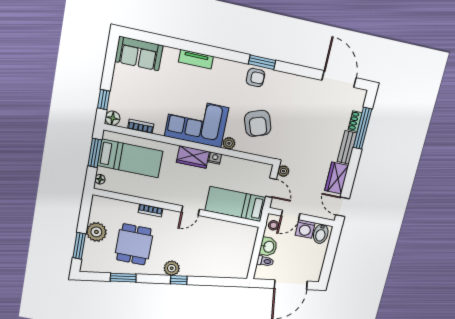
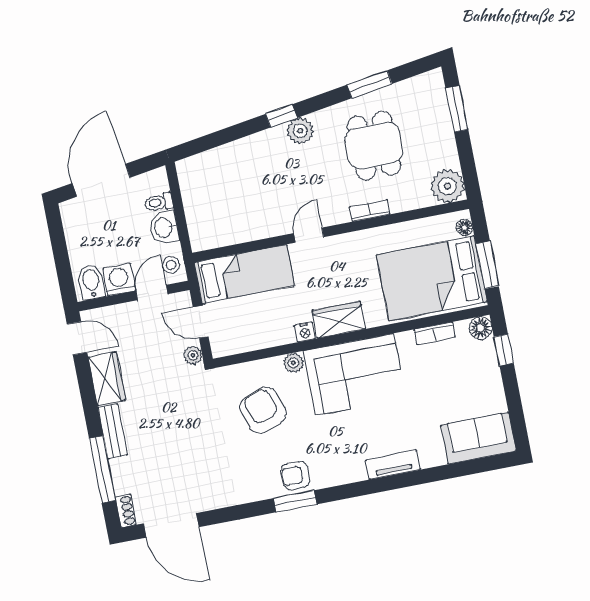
shoe rack: (355, 121) -> (126, 511), moved
bed: (130, 158) -> (432, 278), width x1.50
plant: (96, 232) -> (447, 186), moved

